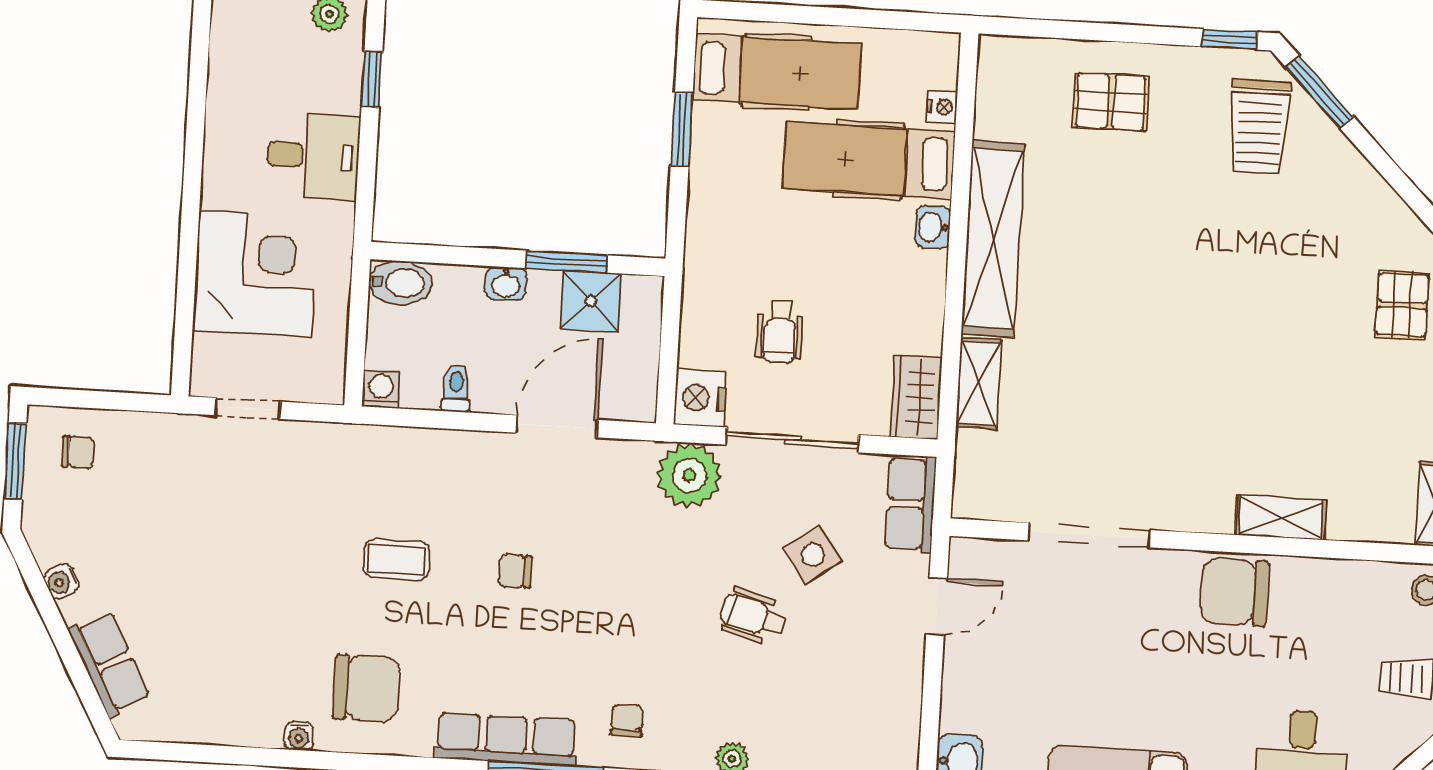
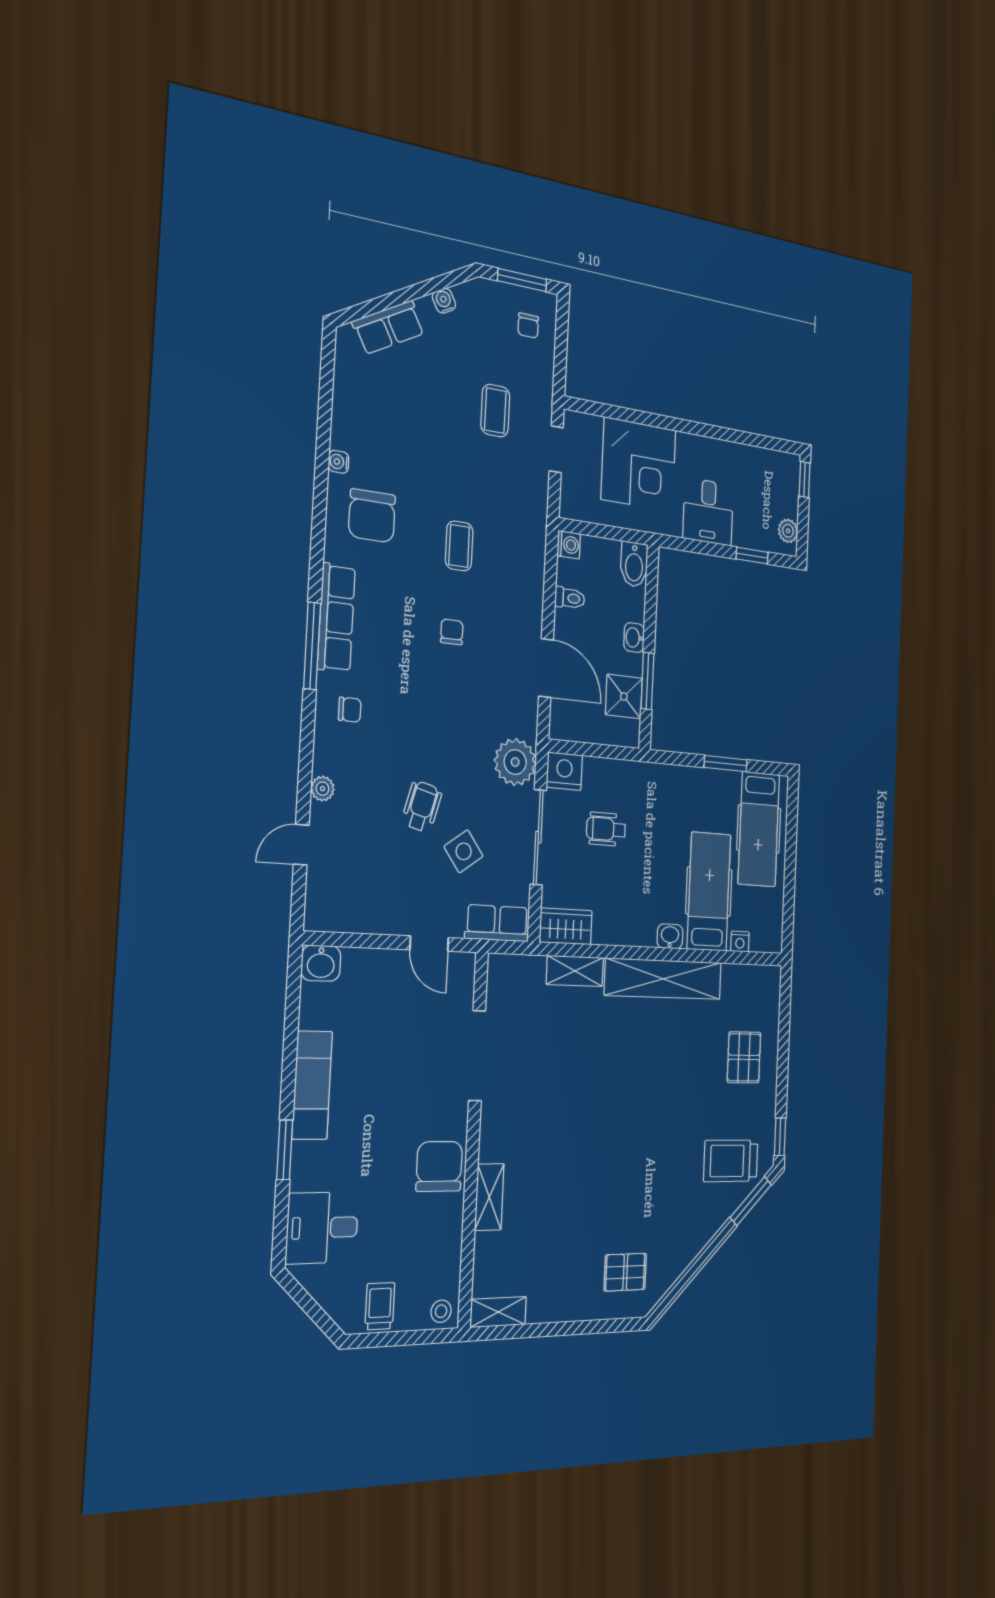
coffee table: (204, 504) -> (495, 411), added

